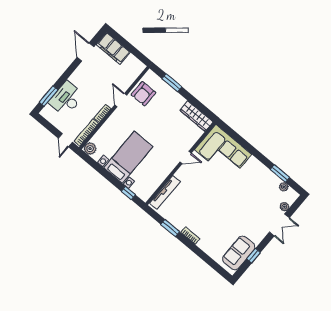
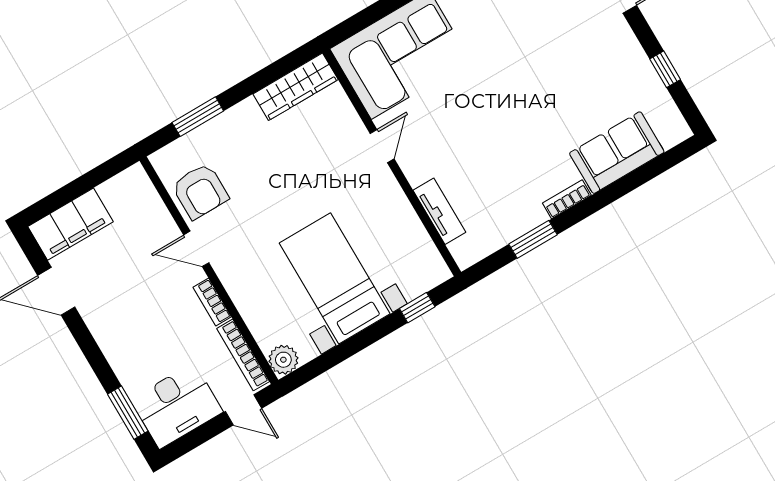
desk: (66, 99) -> (177, 406), moved, turned -90
tv unit: (165, 192) -> (439, 211), width x0.71
sofa: (239, 253) -> (617, 153), moved, turned 90

